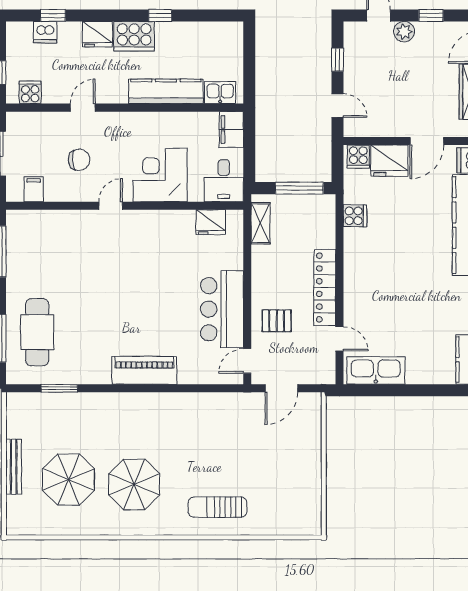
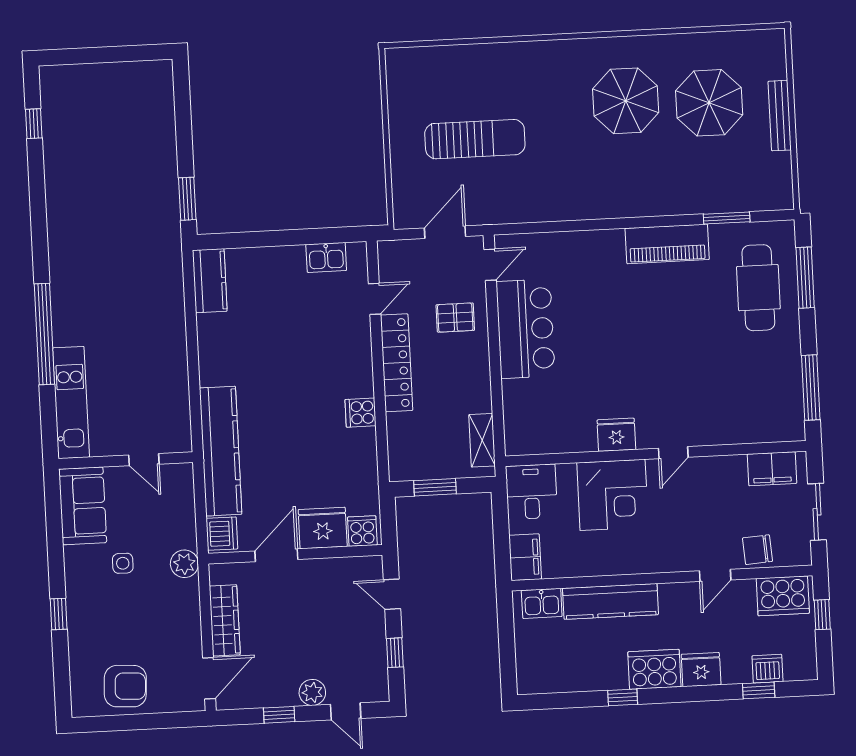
cooker: (30, 92) -> (783, 596), width x1.87, depth x1.31
chair: (79, 160) -> (757, 550), moved
window: (299, 188) -> (435, 487), width x0.69
filing cabinet: (34, 189) -> (772, 469), width x2.00
cooker: (355, 216) -> (360, 413), moved
fridge: (211, 222) -> (616, 435), moved
door: (339, 339) -> (375, 299), swing flipped
piano: (144, 370) -> (667, 244), moved
kitchen sink: (376, 370) -> (326, 257), width x0.53, depth x0.81
sun lounger: (217, 507) -> (475, 139), moved, width x1.36, depth x1.34

